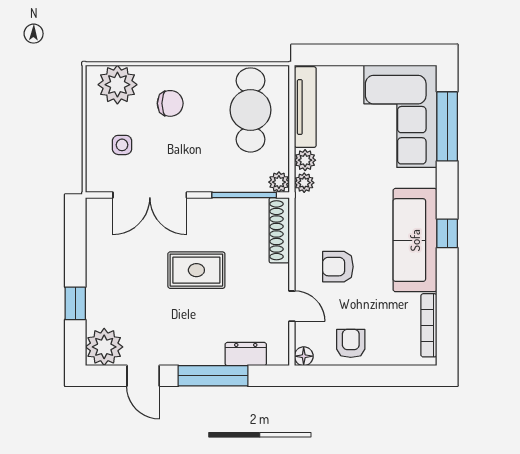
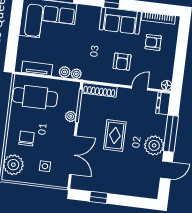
tv unit: (305, 107) -> (37, 68), width x0.71
plant: (279, 182) -> (71, 116), moved
sofa: (415, 240) -> (120, 21), width x0.73
window: (75, 303) -> (98, 197), moved
armchair: (351, 343) -> (153, 42), moved
plant: (104, 347) -> (154, 145), moved
dresser: (246, 354) -> (163, 103), moved

